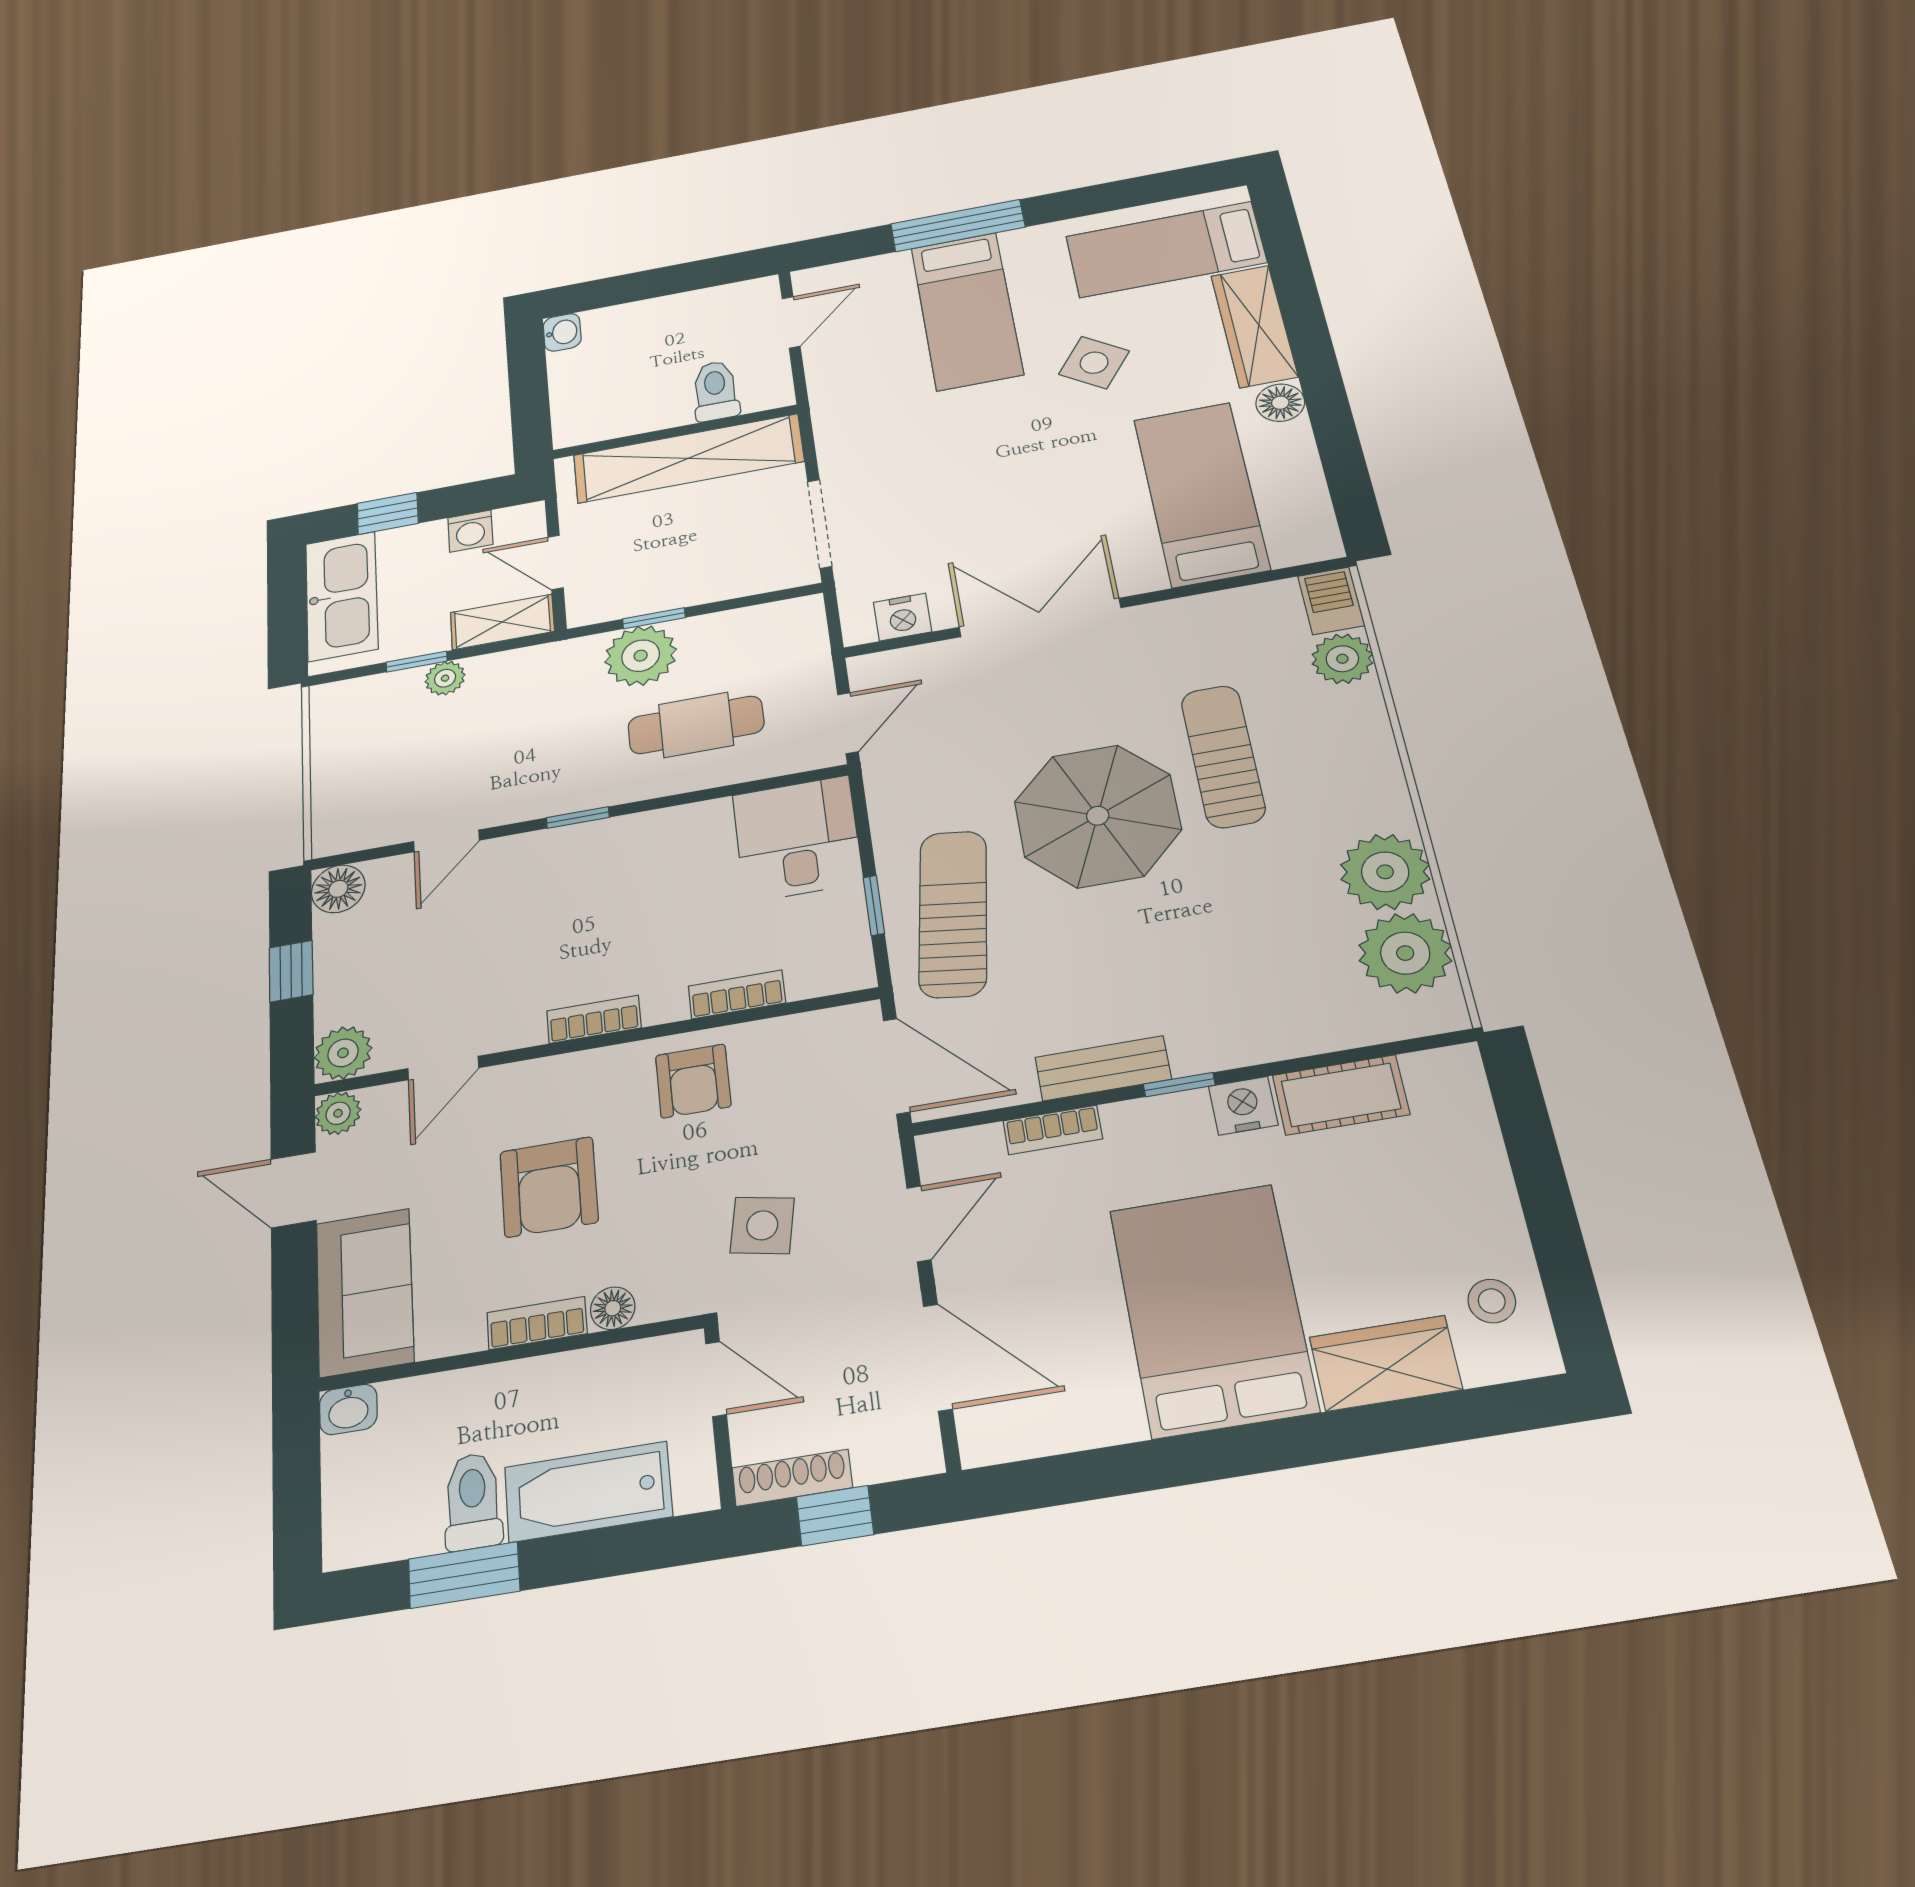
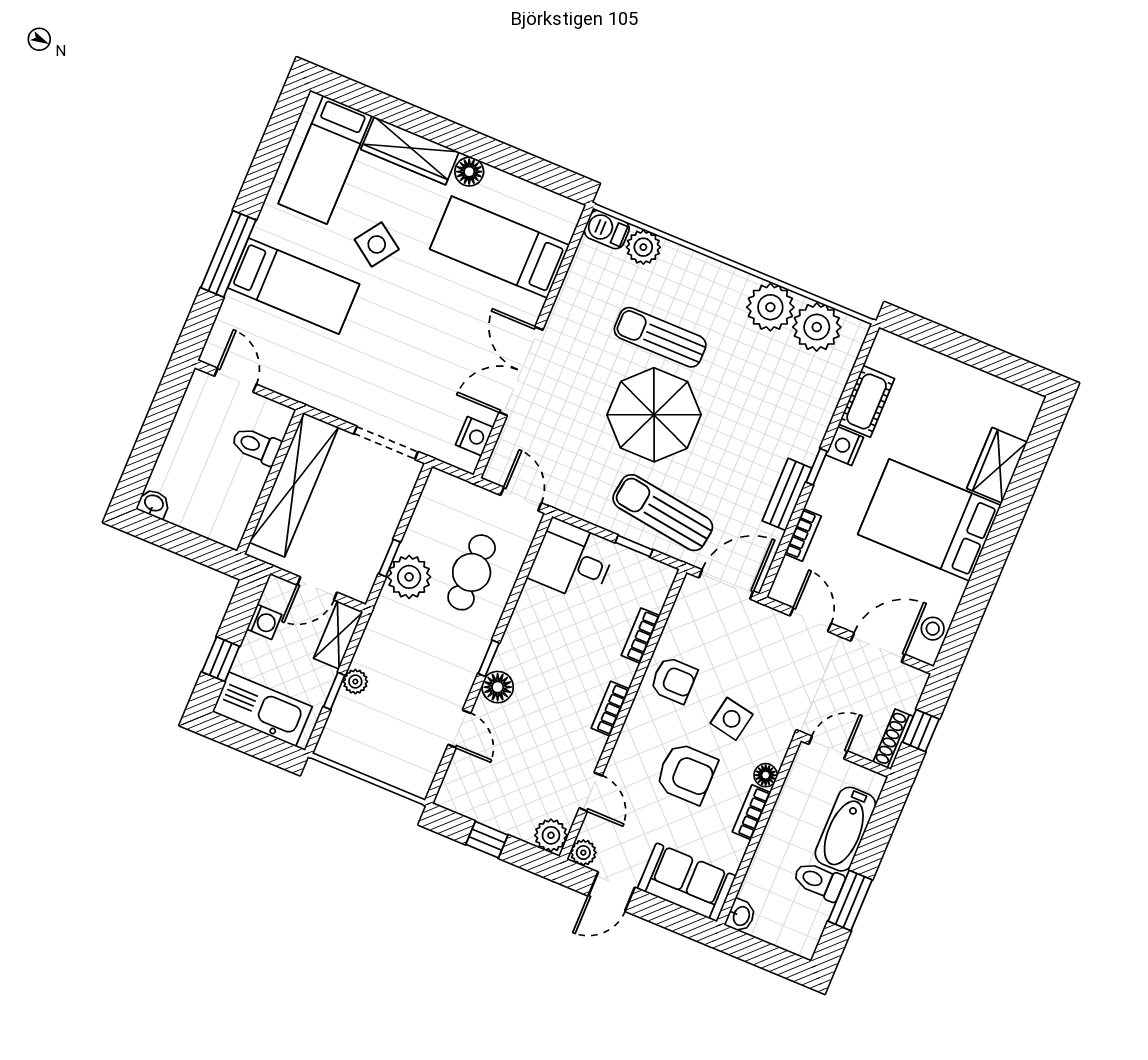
floor lamp: (338, 889) -> (498, 687), moved
side table: (762, 1225) -> (732, 719), moved
stool: (1492, 1301) -> (933, 629), moved

